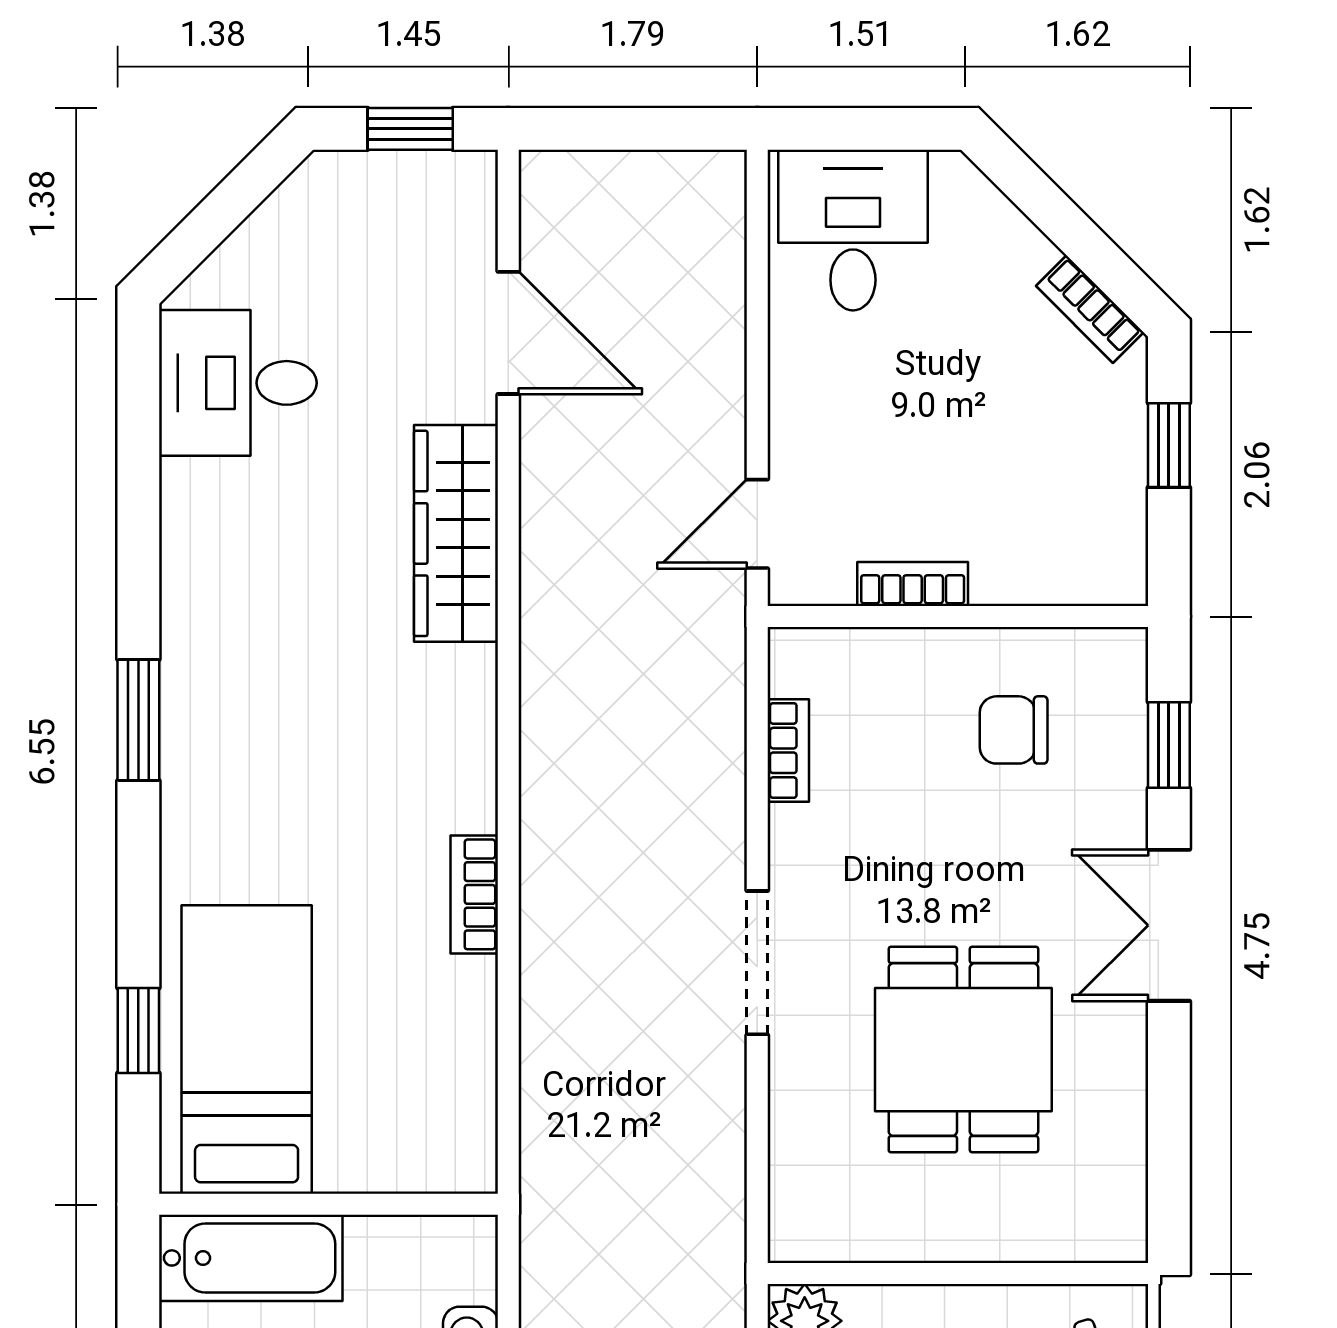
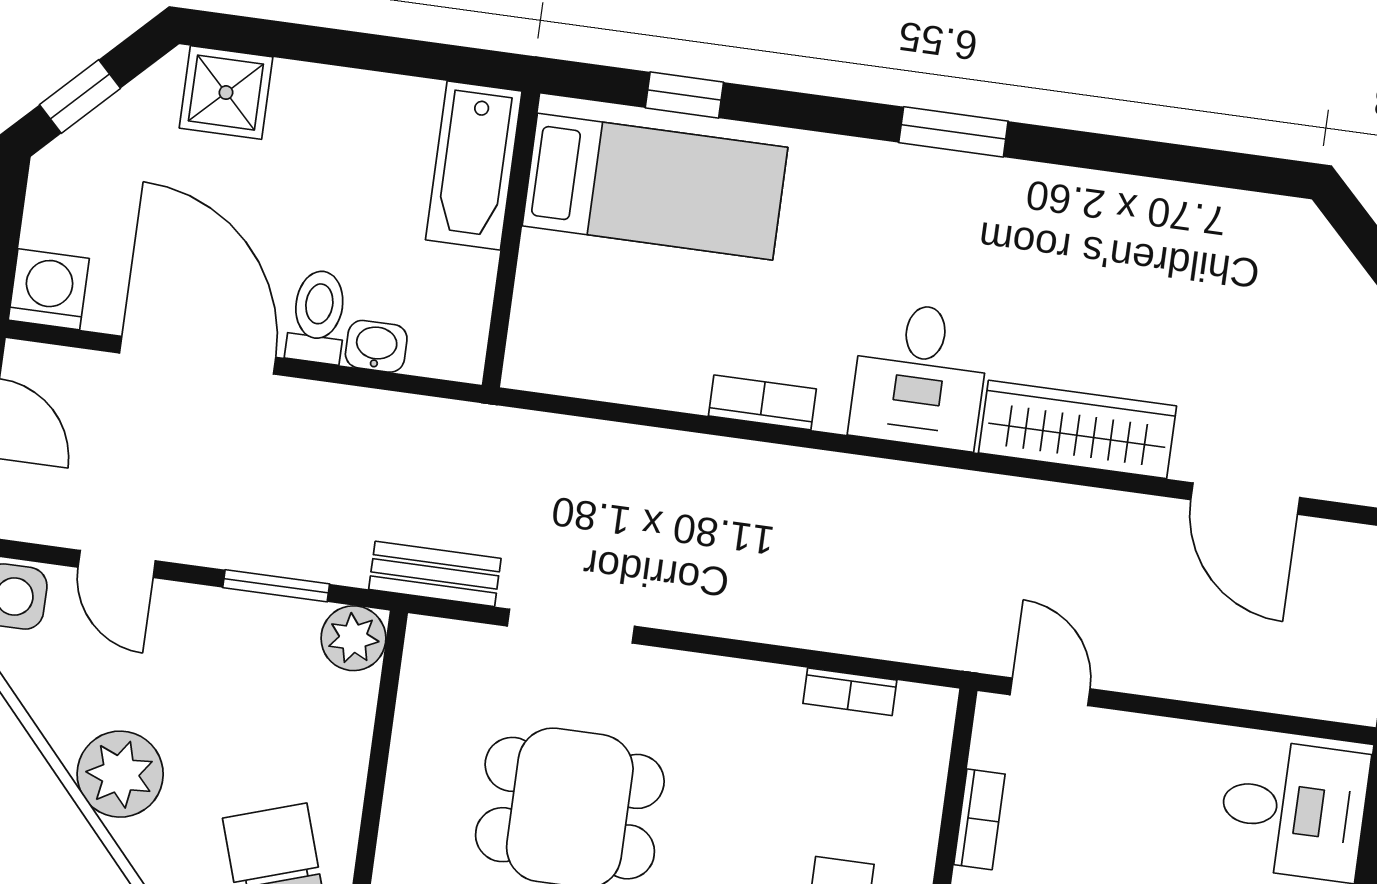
door: (508, 333) -> (1245, 499), hinge flipped
desk: (238, 383) -> (920, 375), moved, turned 180
doorway: (757, 963) -> (571, 626), moved
bench: (719, 1239) -> (435, 574), added

